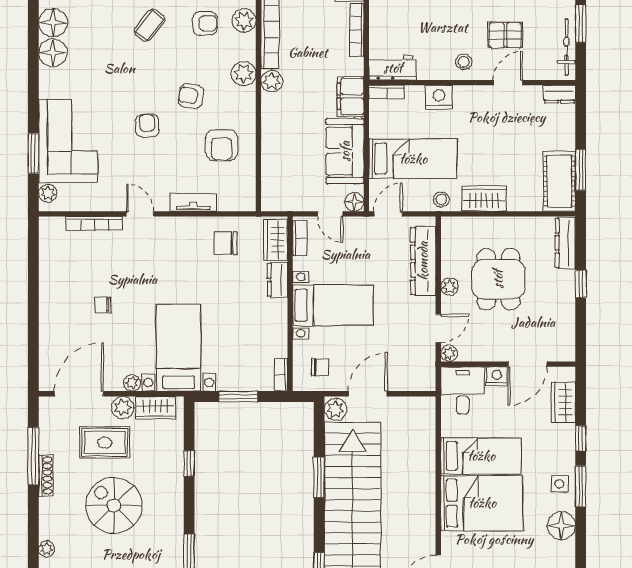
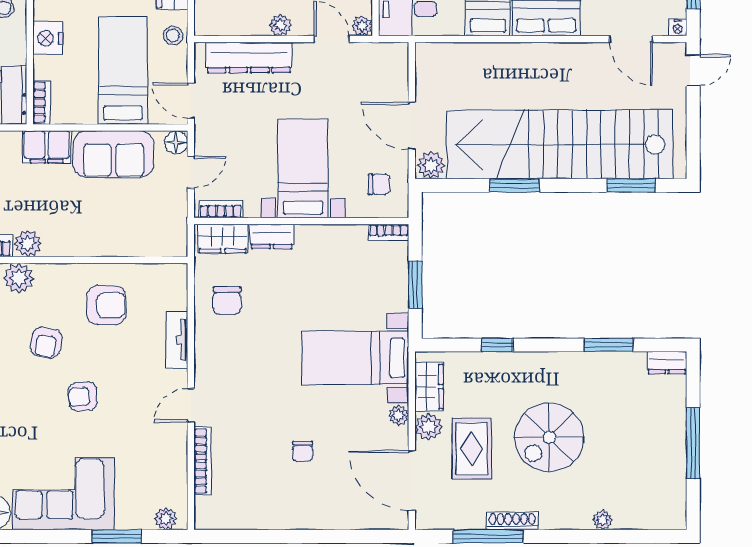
corner sofa: (68, 141) -> (63, 493), moved
chair: (320, 367) -> (379, 184), turned 90

